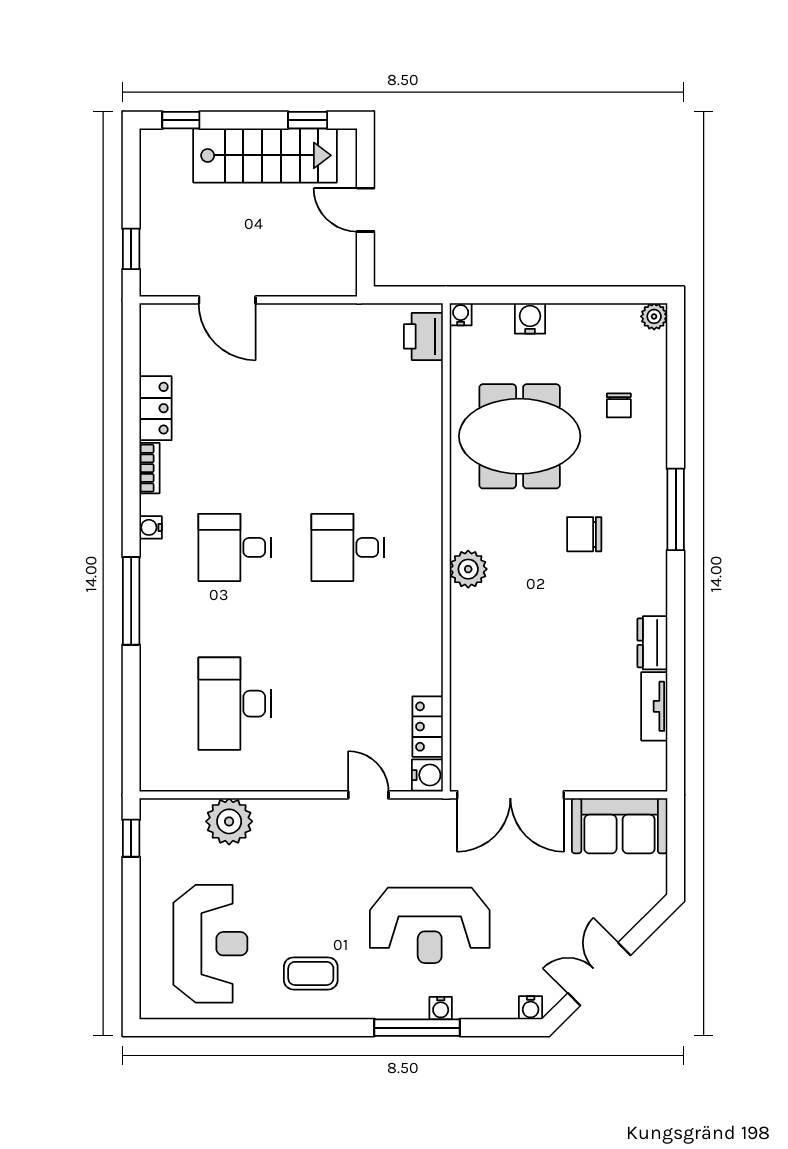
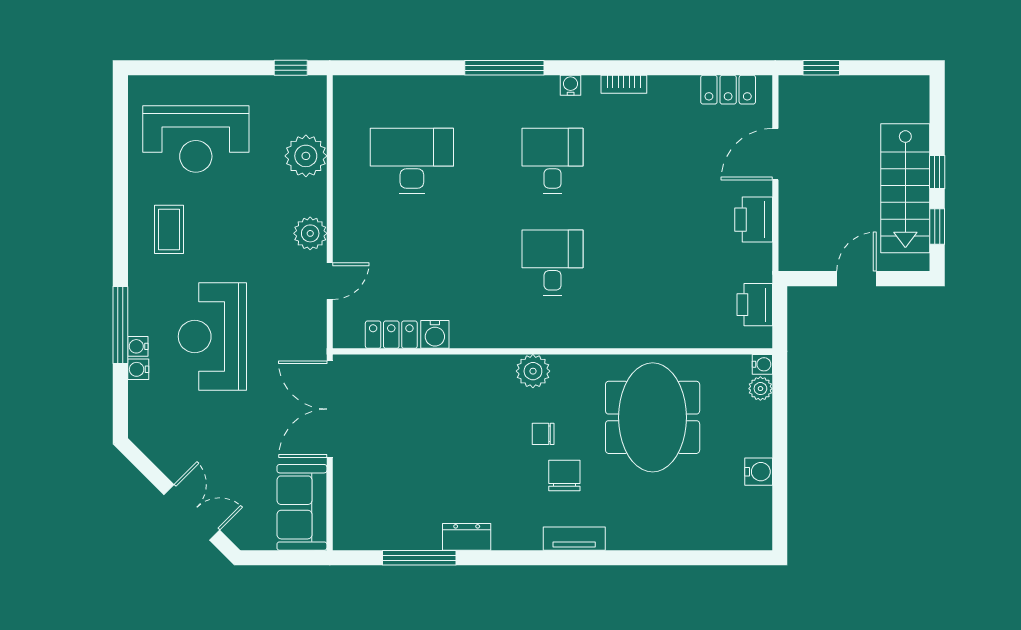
window: (181, 120) -> (937, 172), moved
plant: (654, 316) -> (760, 389), moved
water cooler: (530, 318) -> (759, 472), moved
printer: (300, 324) -> (754, 220), added
printer: (423, 336) -> (755, 305), moved, turned -90
chair: (619, 405) -> (543, 434), moved
locker: (156, 408) -> (728, 90), moved
window: (676, 509) -> (419, 558), moved
tv unit: (654, 706) -> (574, 539), moved
water cooler: (427, 775) -> (435, 334), moved
plant: (315, 817) -> (310, 233), added
double door: (599, 974) -> (192, 512), moved
water cooler: (531, 1008) -> (138, 369), moved

